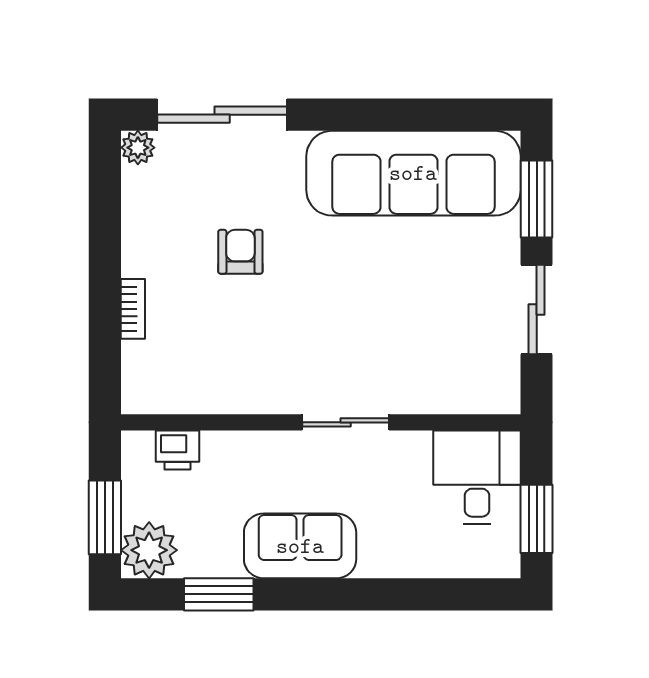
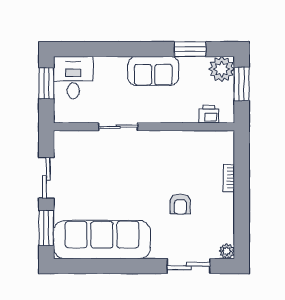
sliding door: (222, 115) -> (189, 266), width x0.73
sliding door: (346, 422) -> (118, 127), moved
desk: (477, 477) -> (73, 78), moved, turned 180

